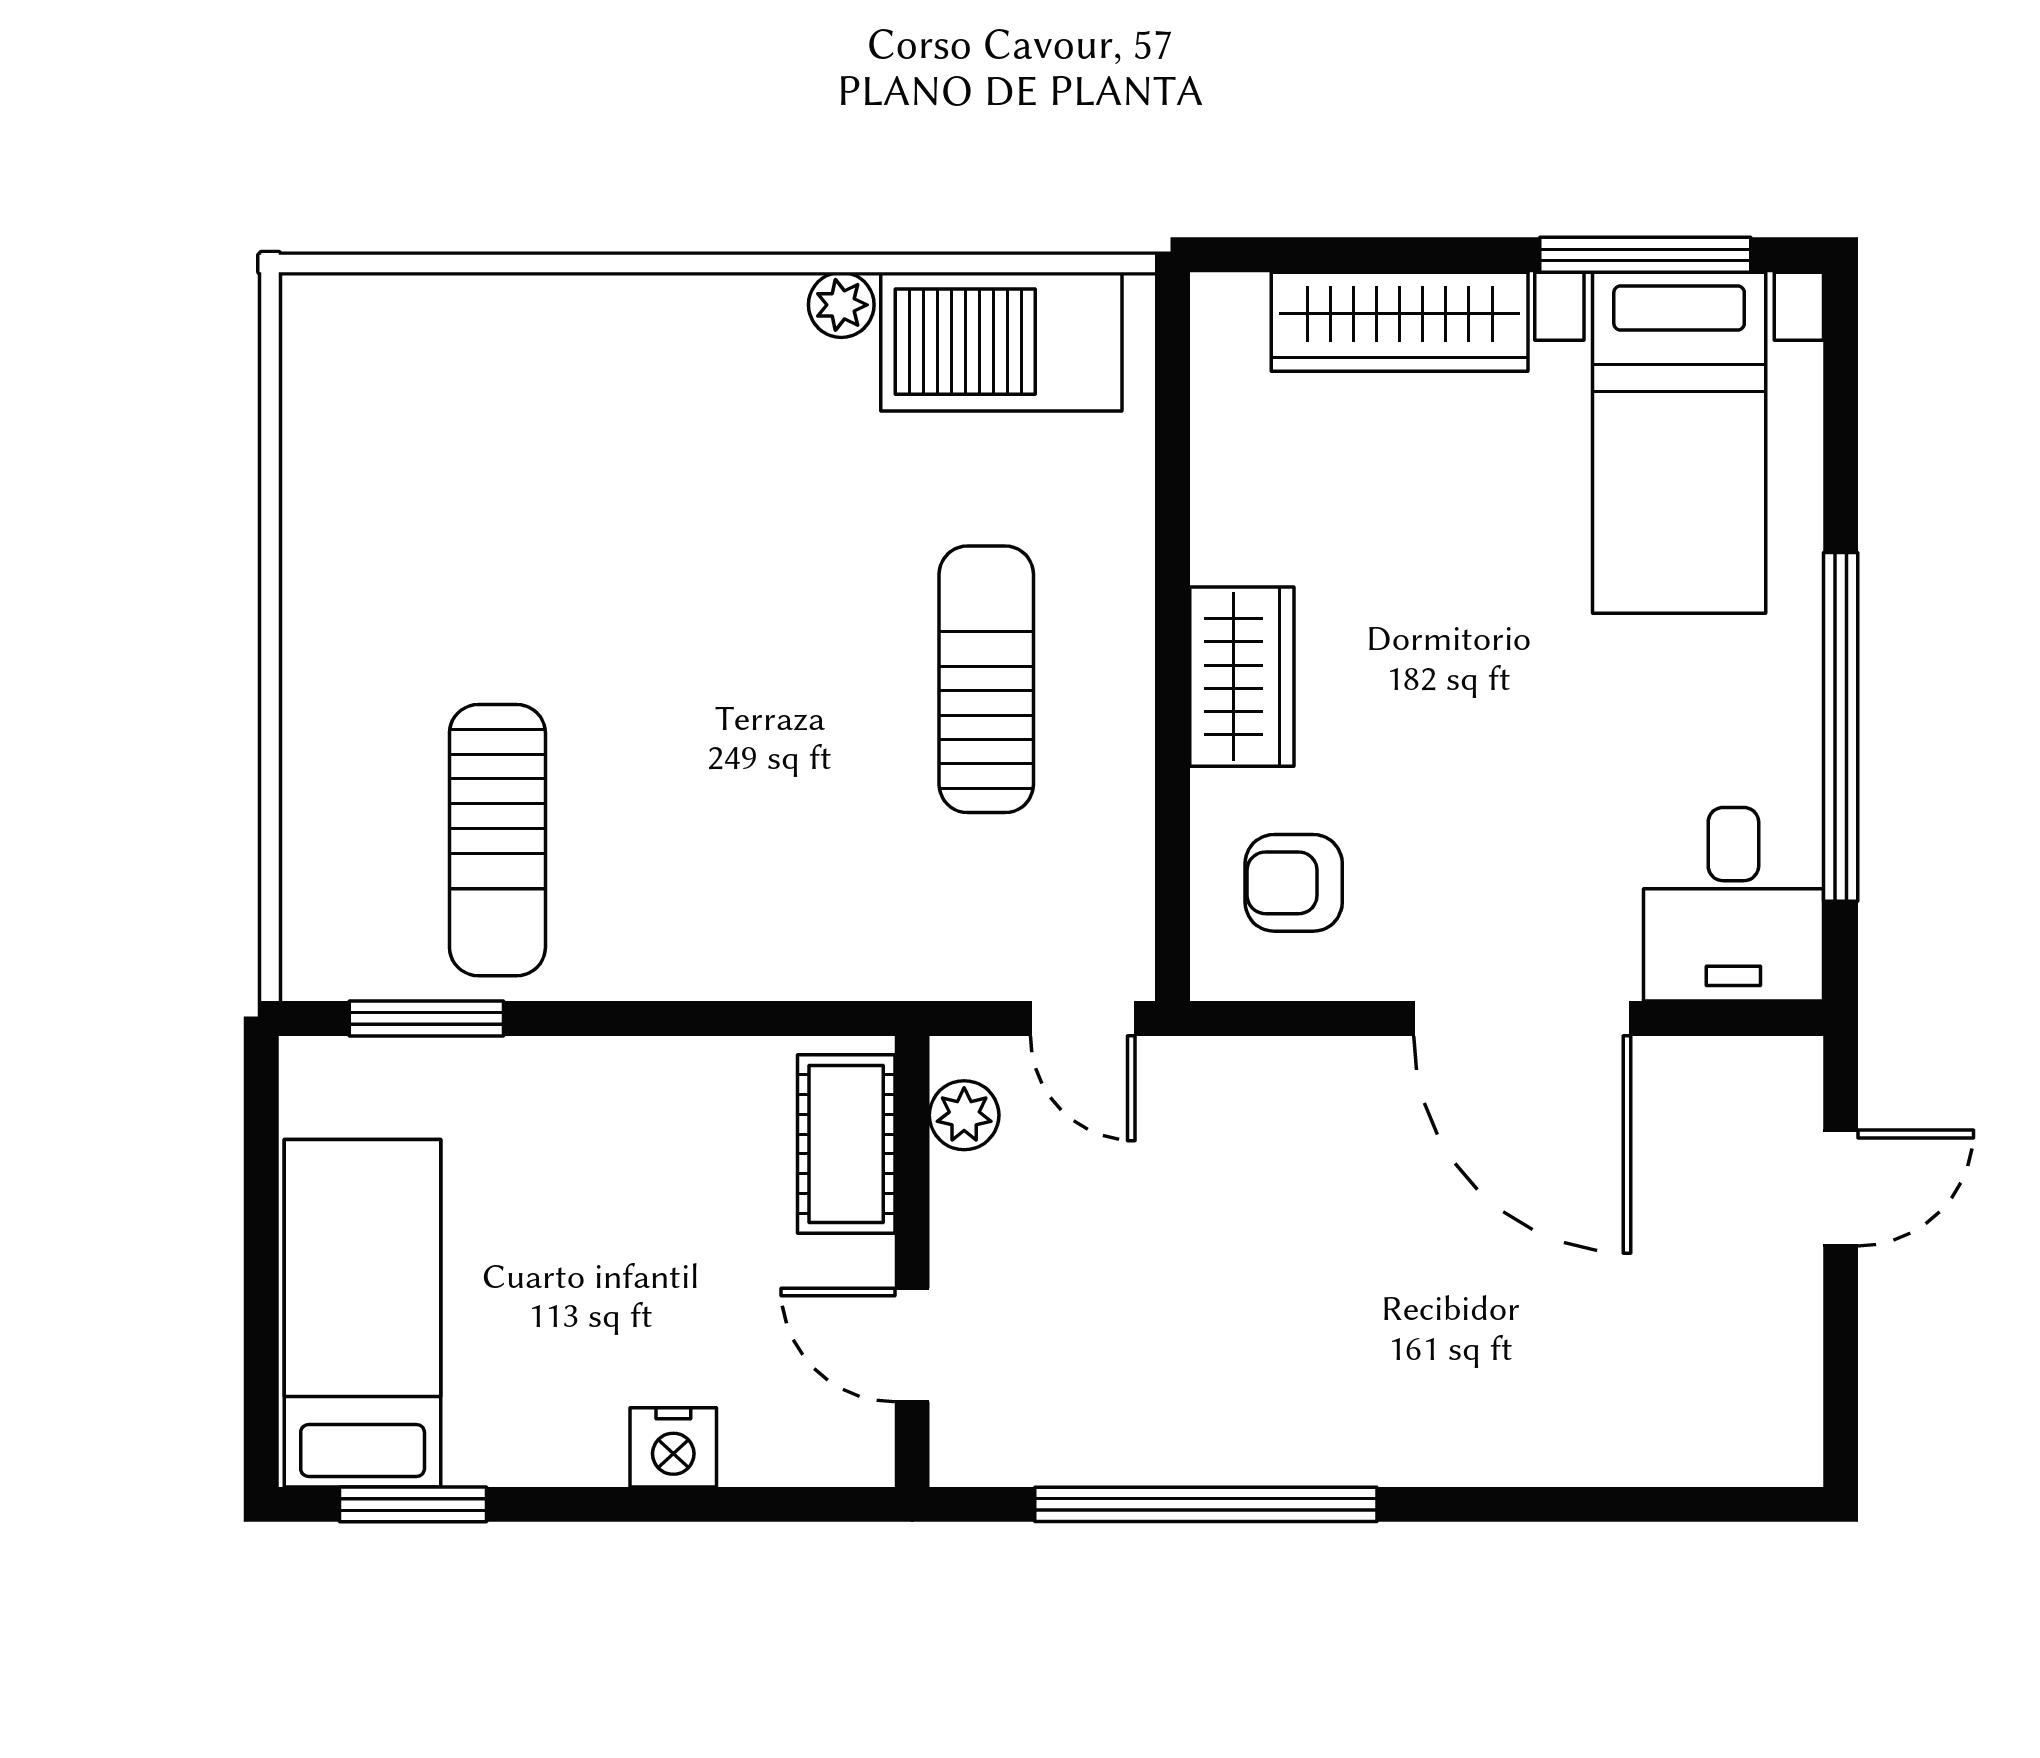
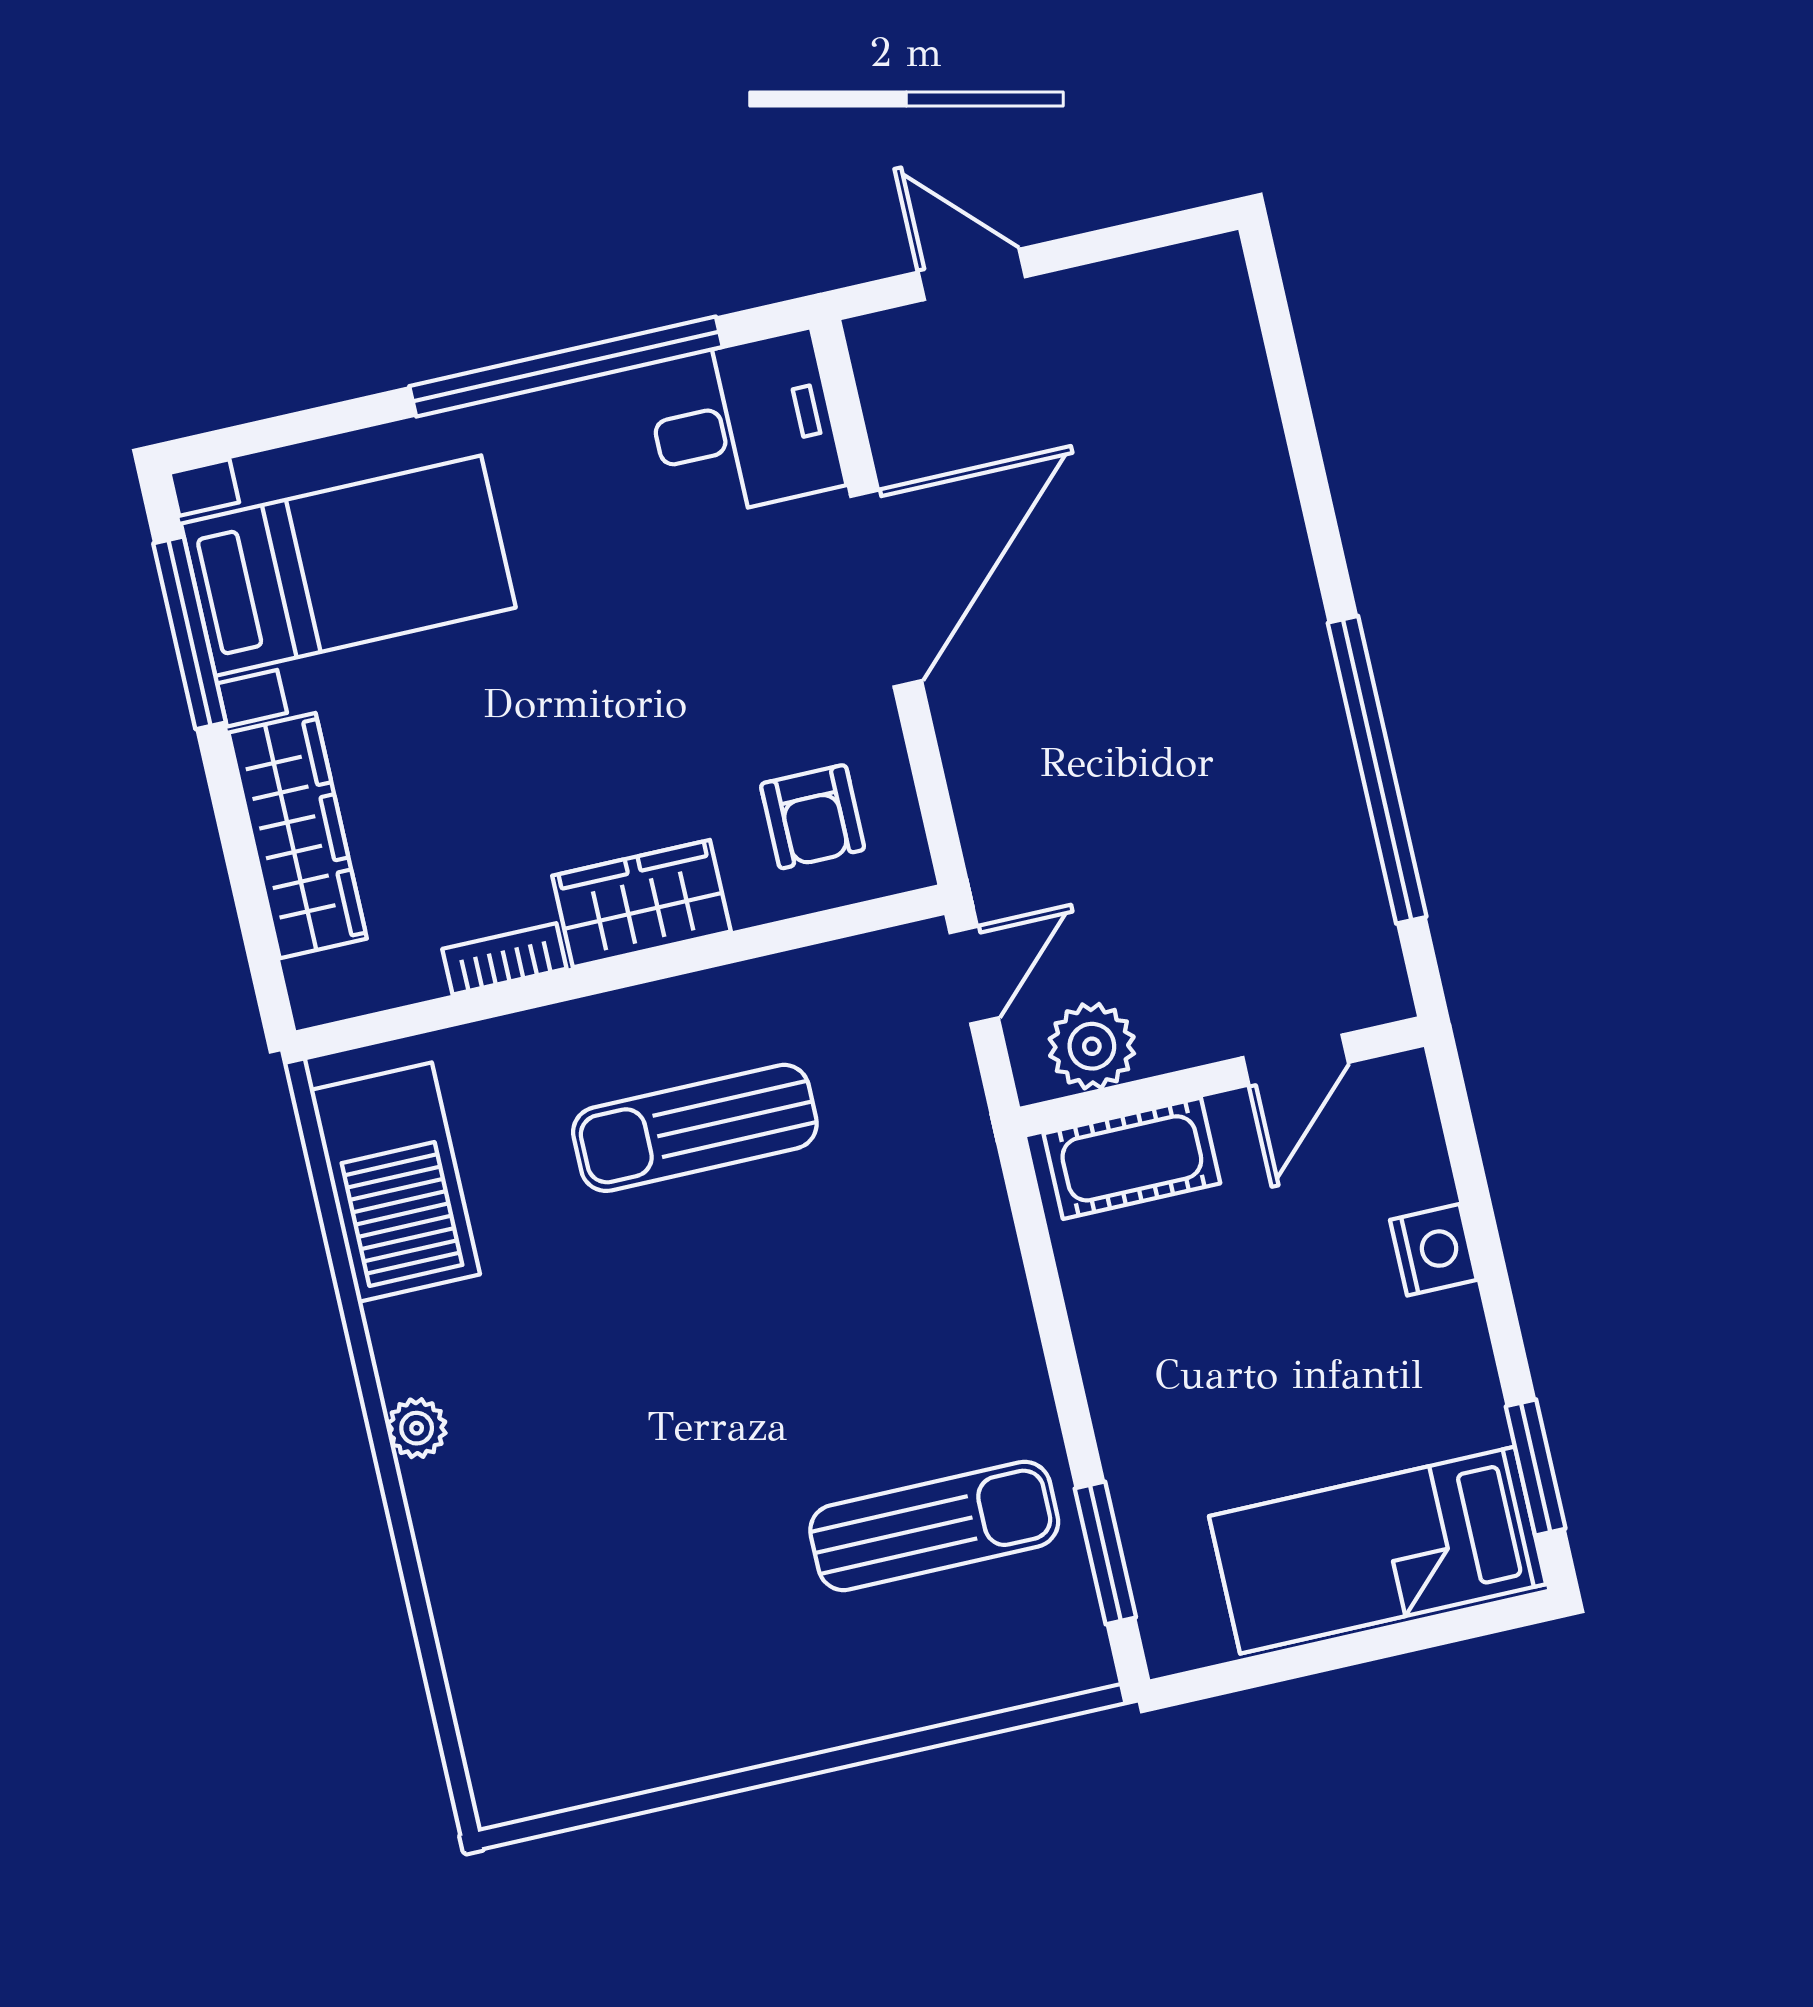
plant: (841, 305) -> (417, 1428), moved
bookcase: (1216, 515) -> (504, 959), added
plant: (964, 1115) -> (1092, 1046), width x1.38, depth x1.38

